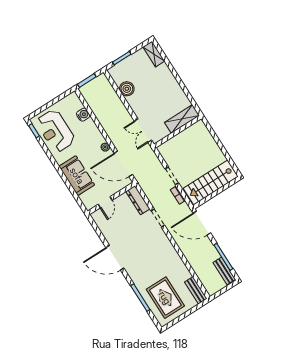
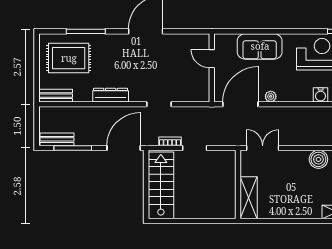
dresser: (138, 200) -> (111, 95), moved

